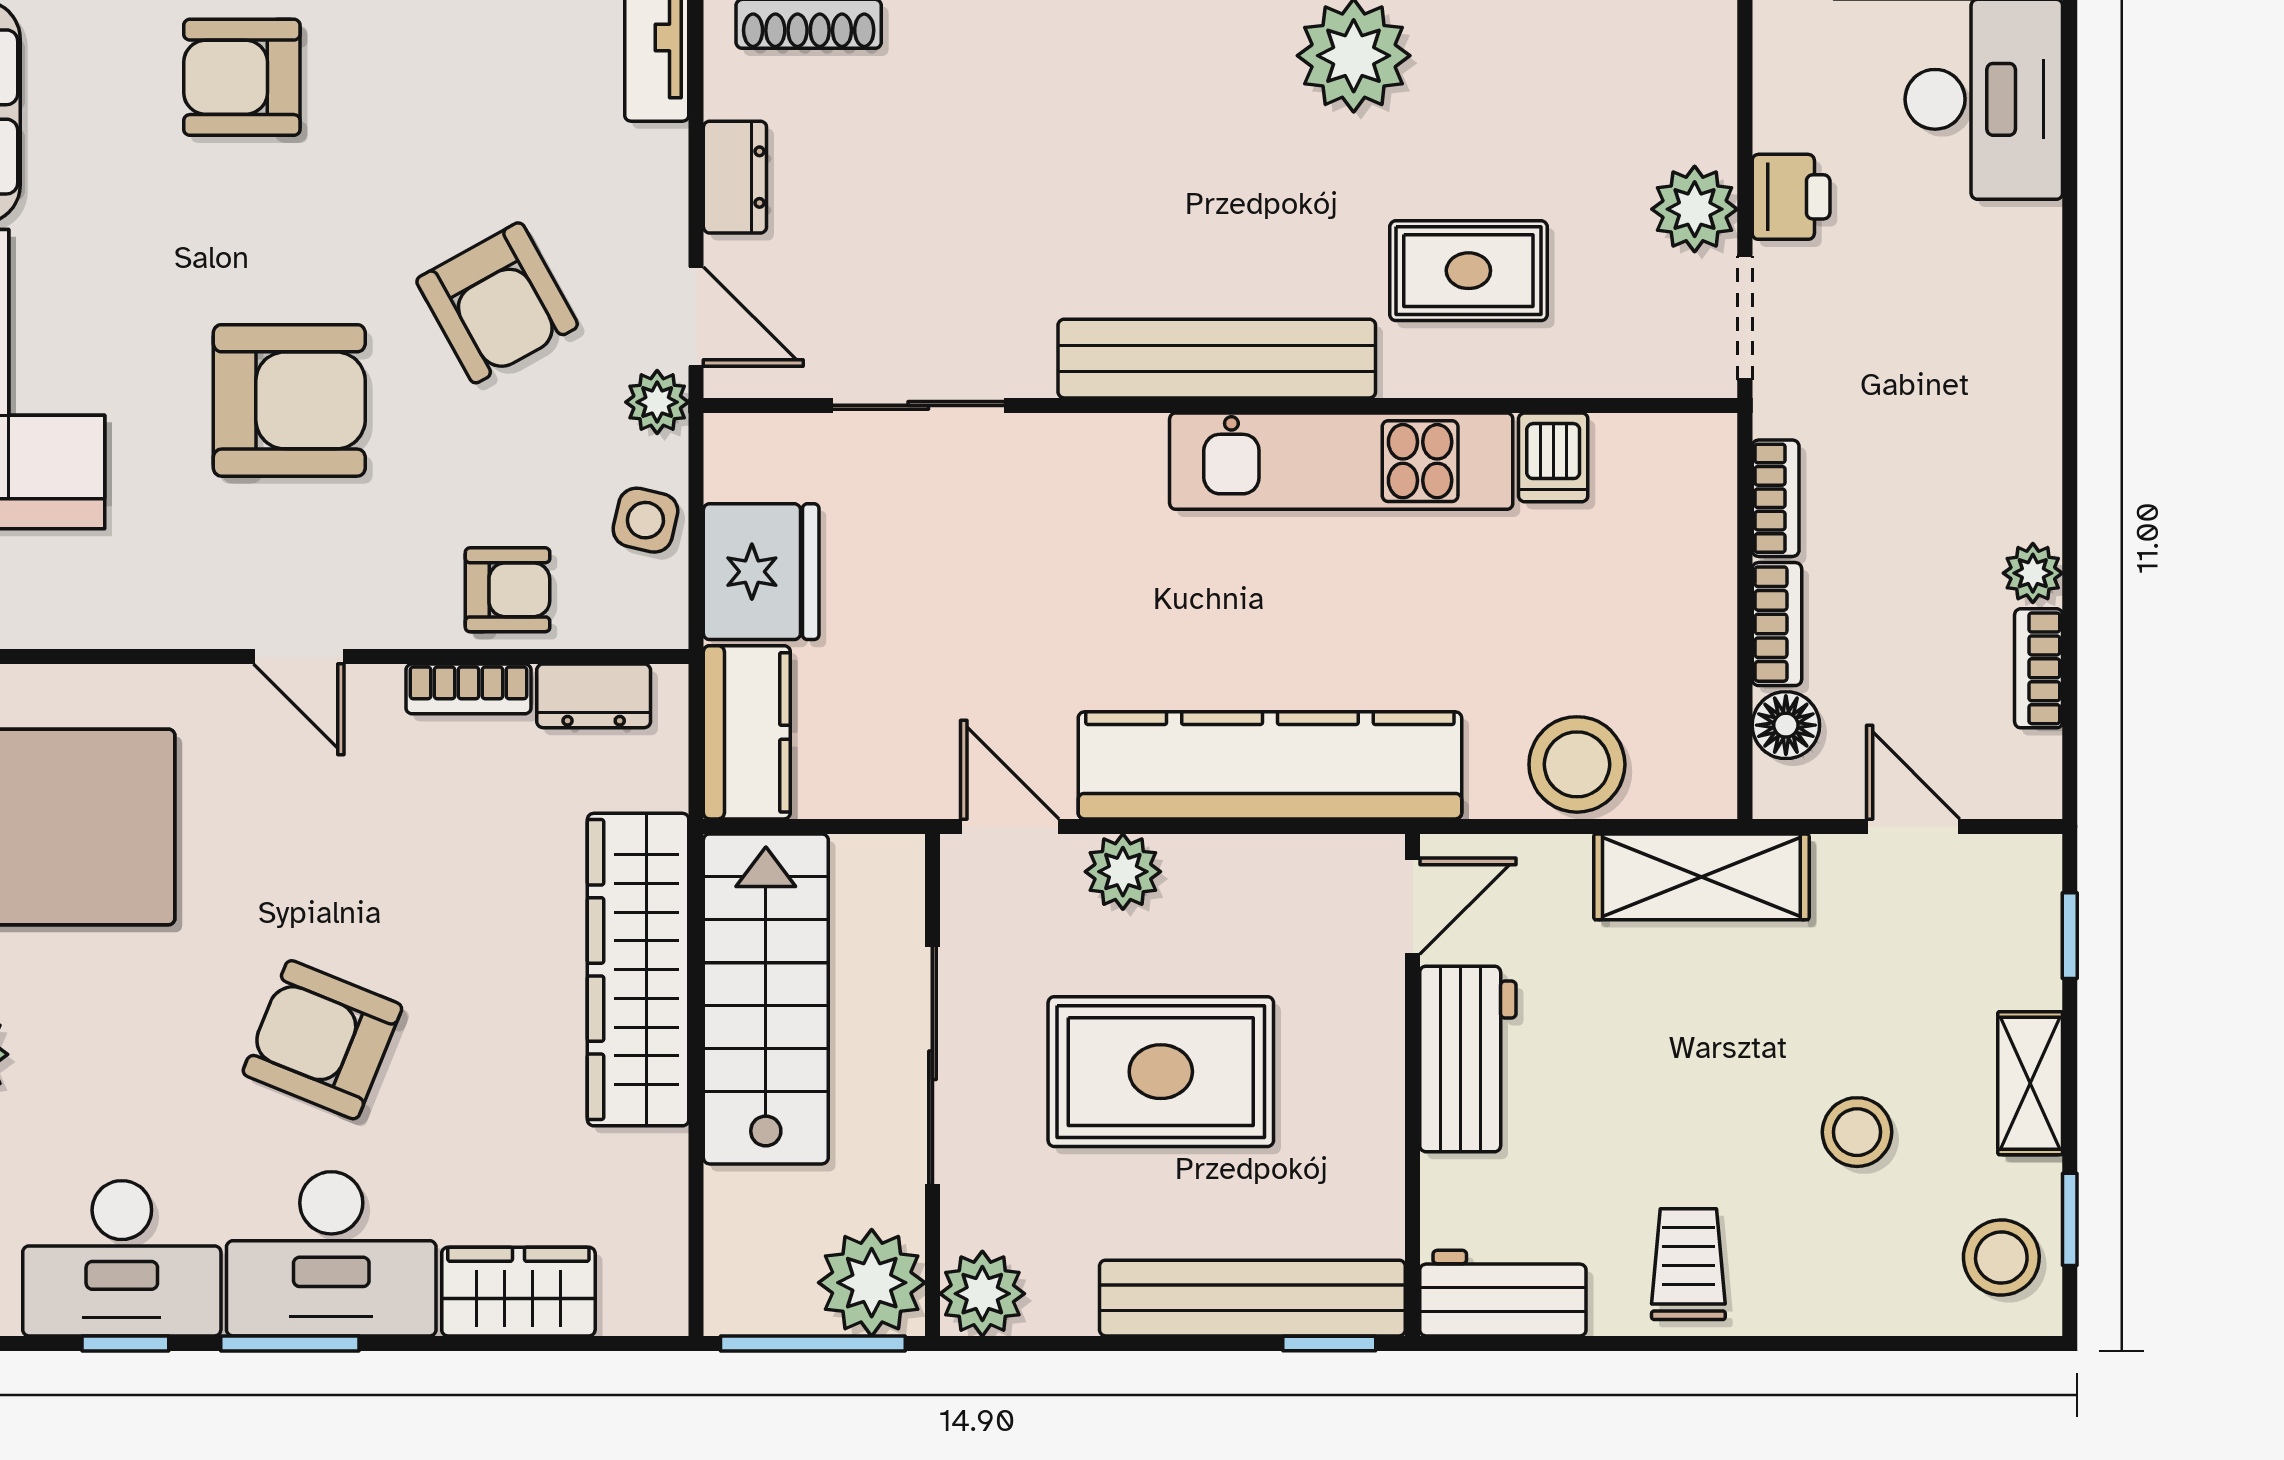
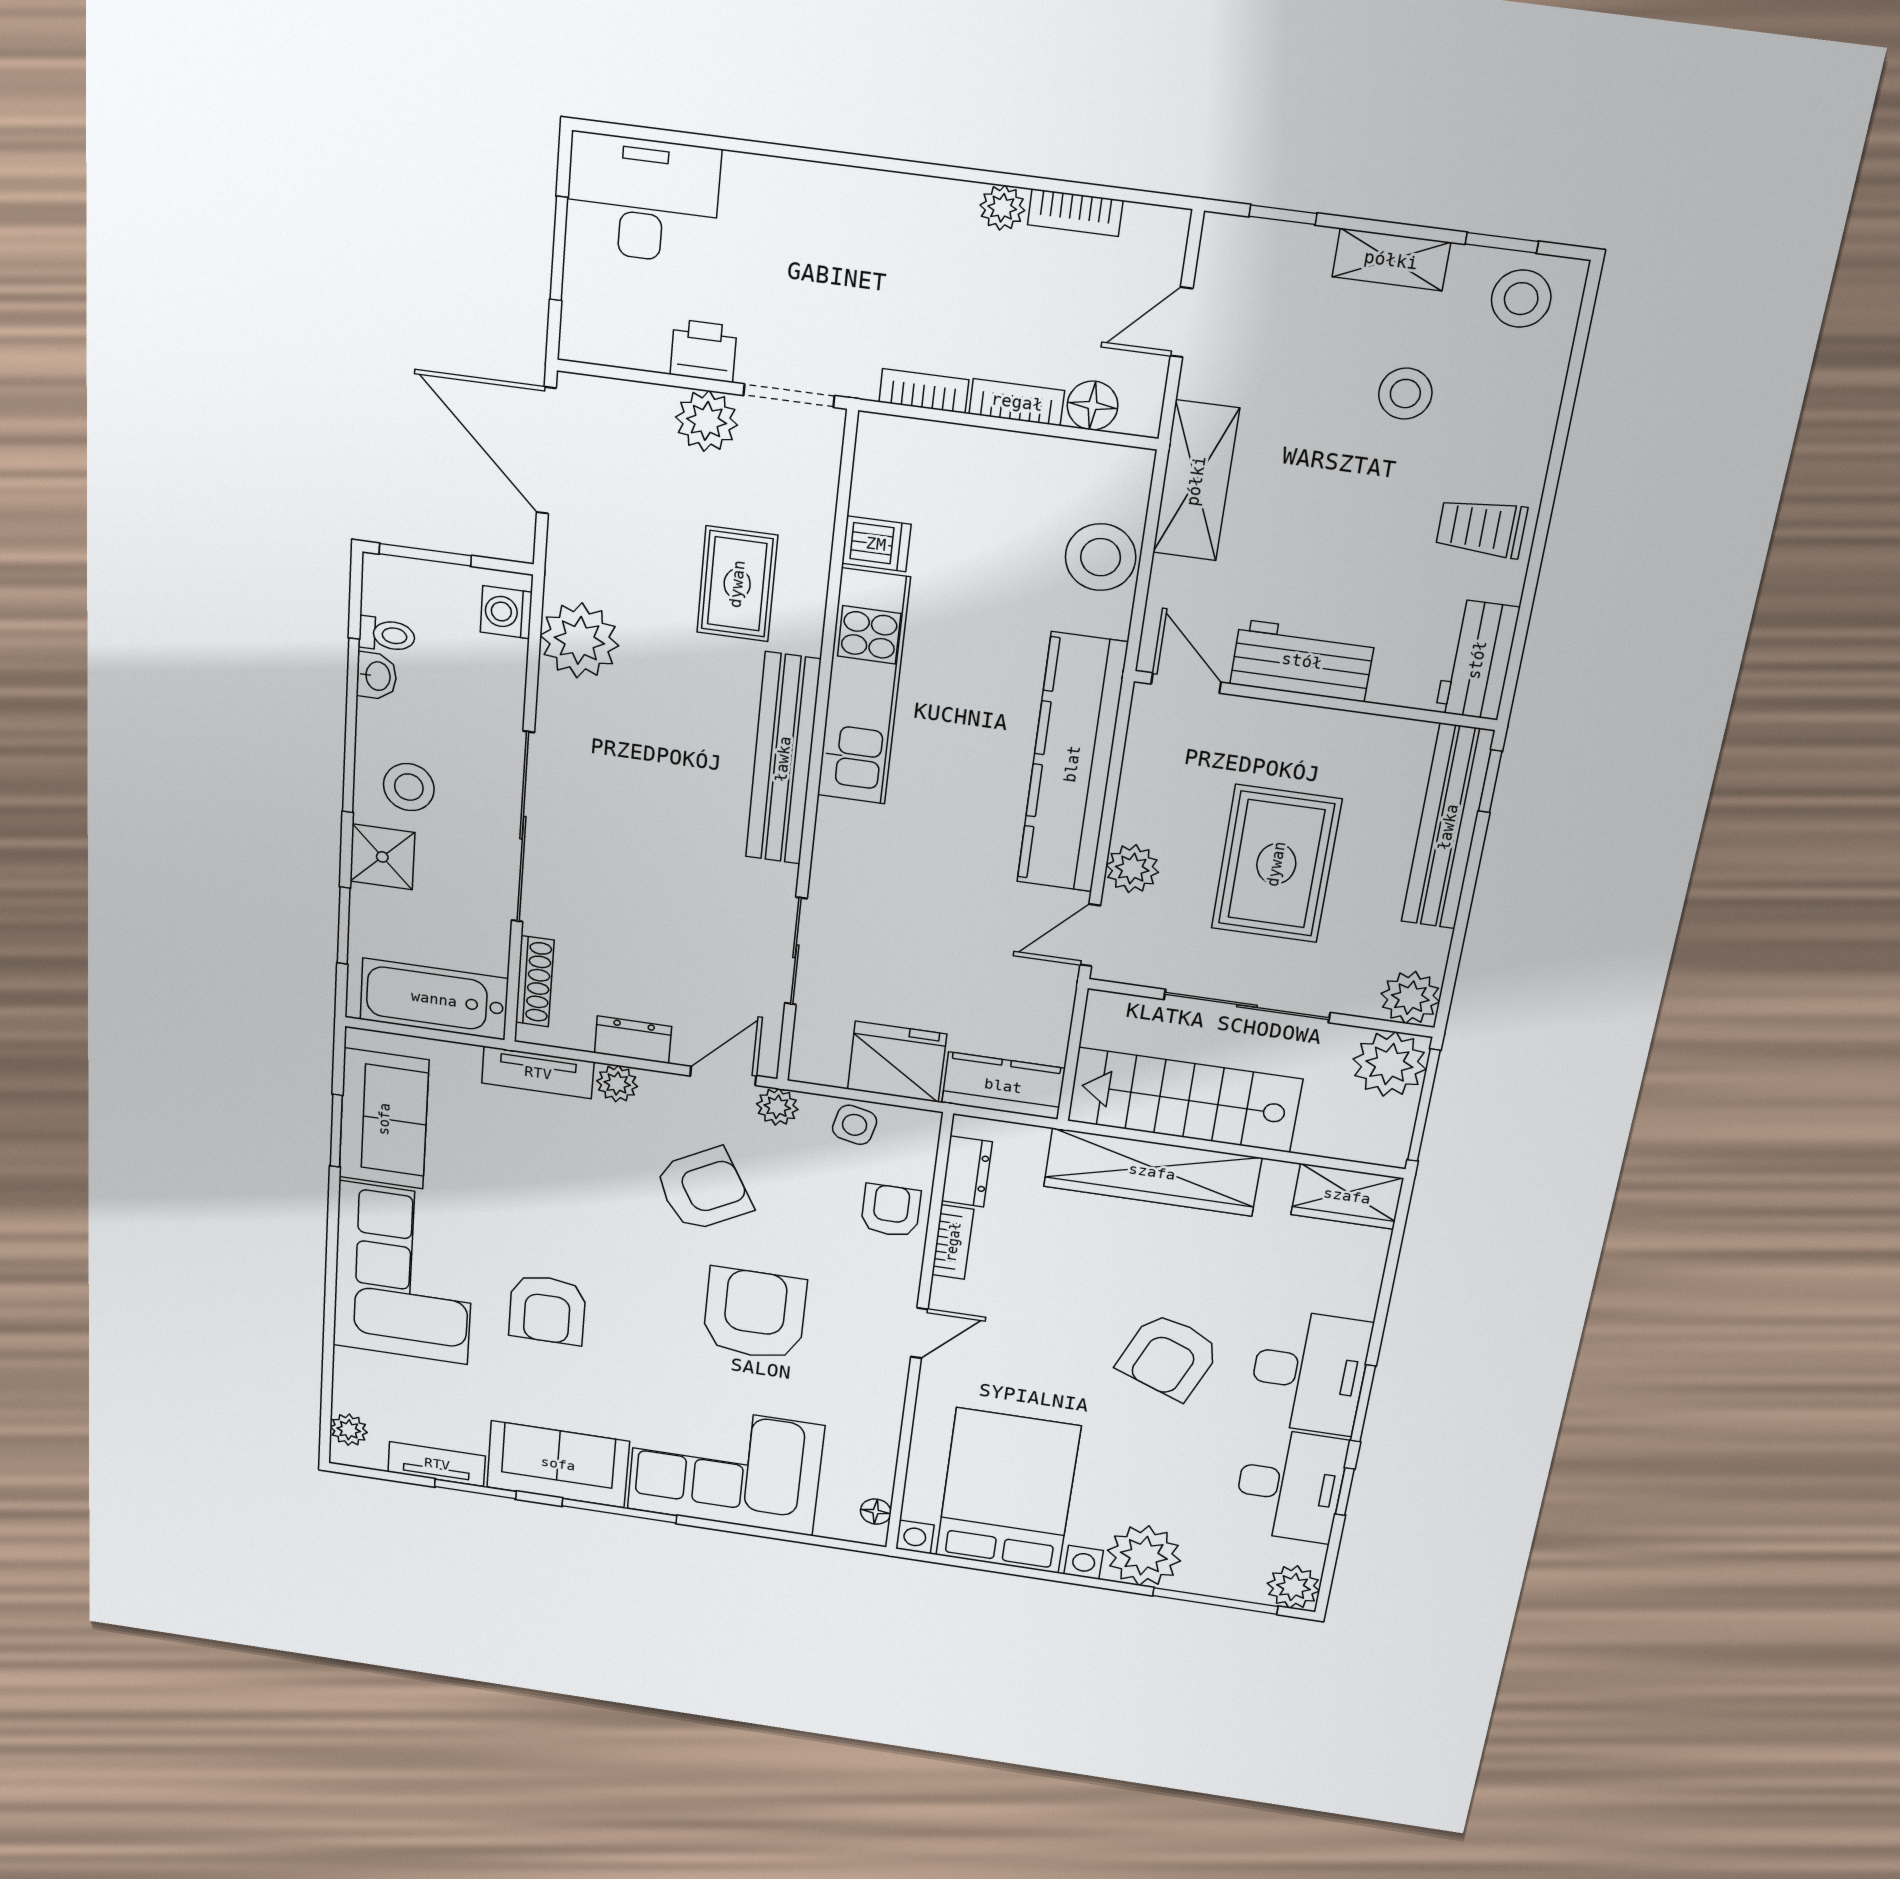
plant: (657, 159) -> (617, 1084), added
wardrobe: (518, 1292) -> (1347, 1196), moved, turned -90

